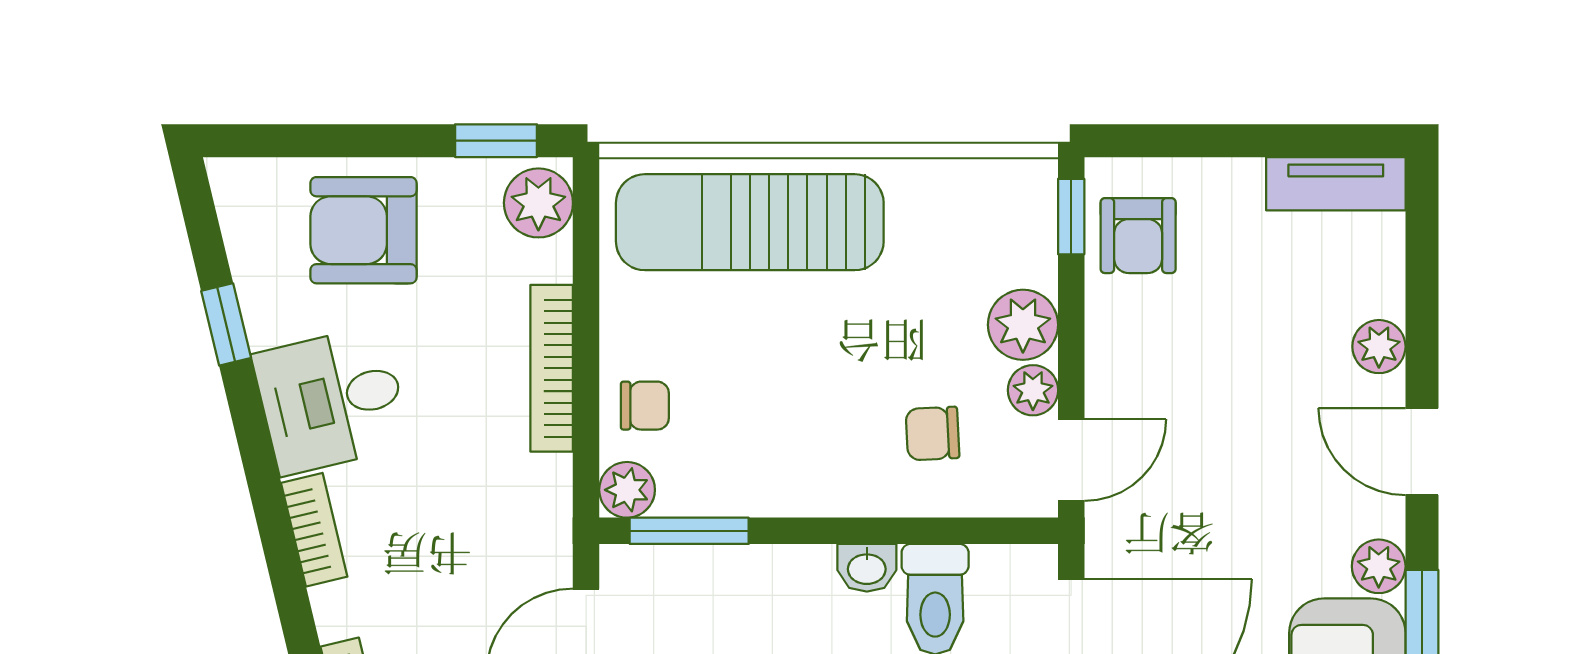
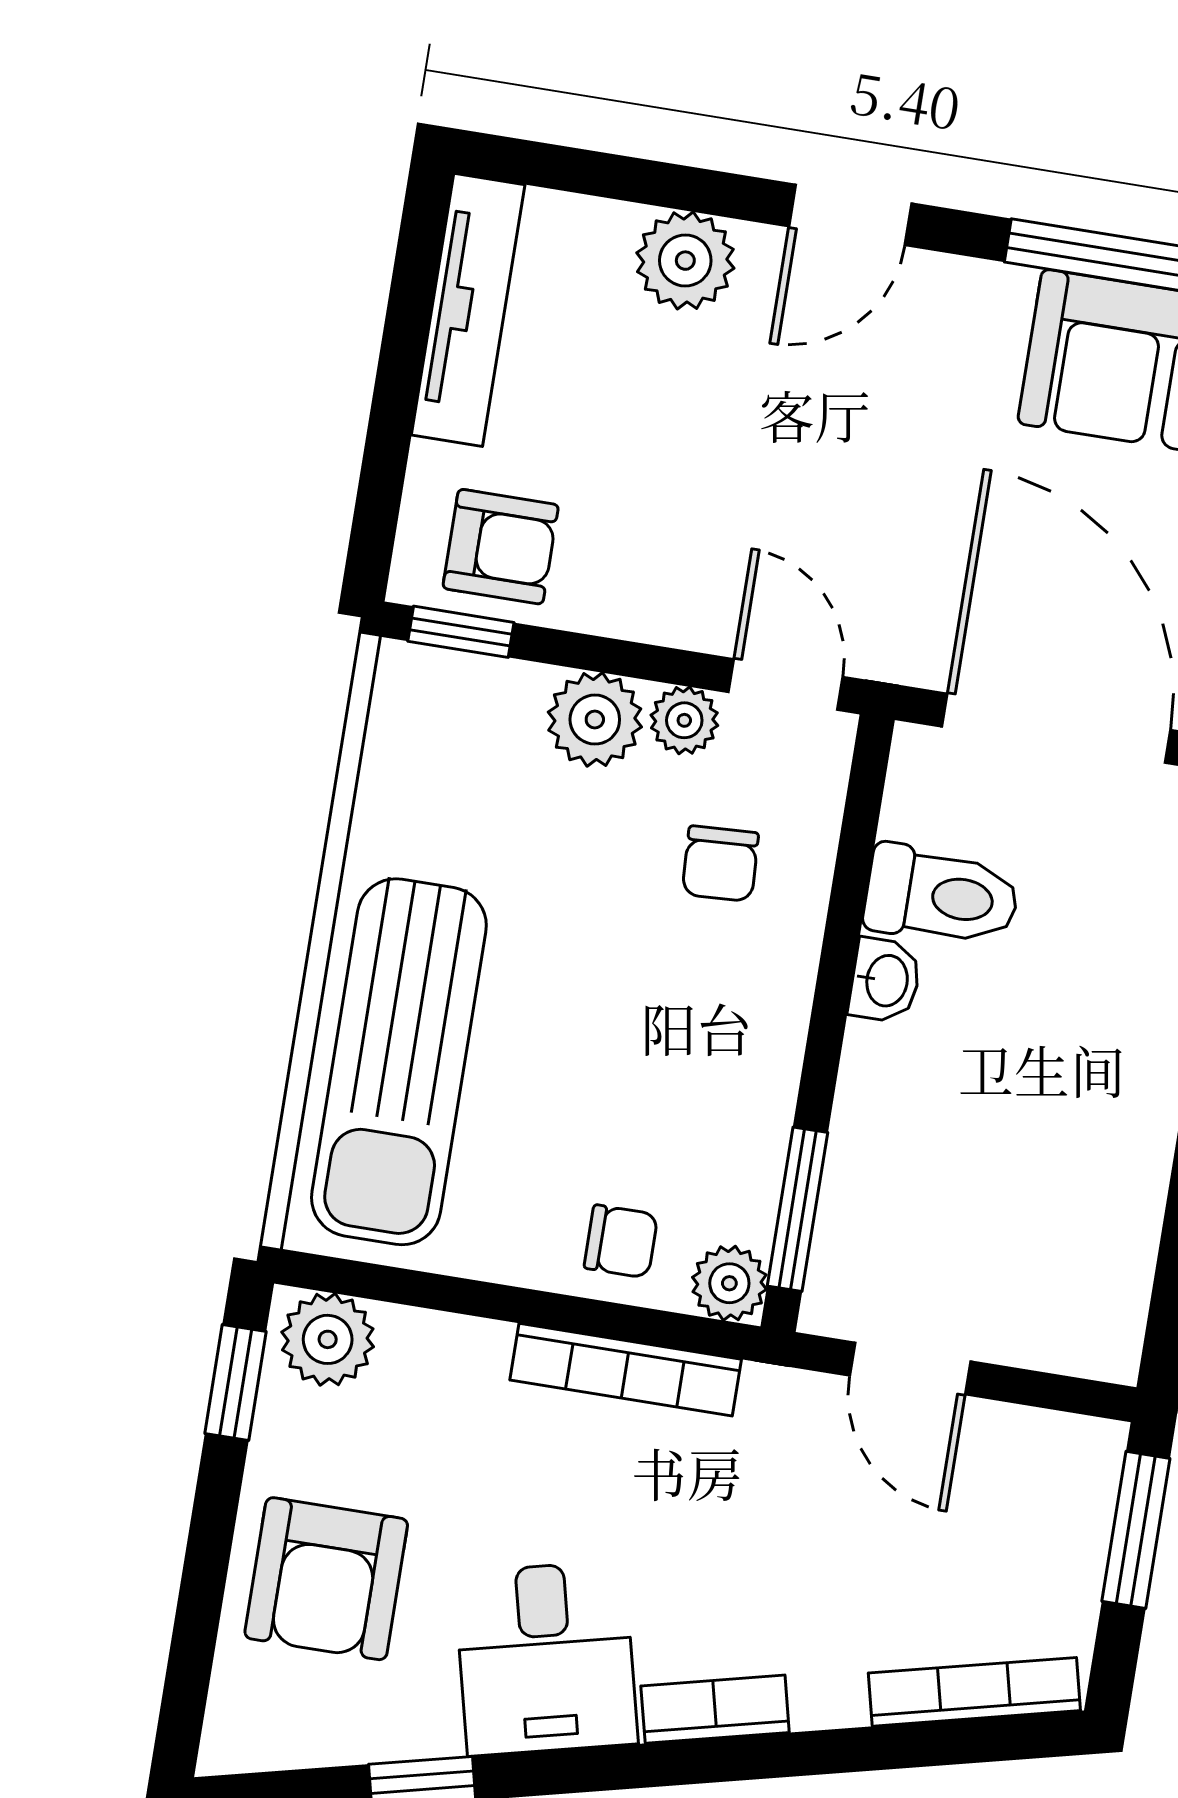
tv unit: (1336, 184) -> (468, 310), width x1.41
plant: (1379, 347) -> (685, 261), width x1.38, depth x1.38
bookcase: (552, 368) -> (626, 1370), moved
chair: (645, 406) -> (621, 1241), turned 90
plant: (1379, 566) -> (994, 297), removed

